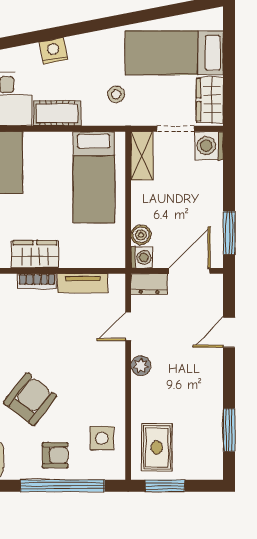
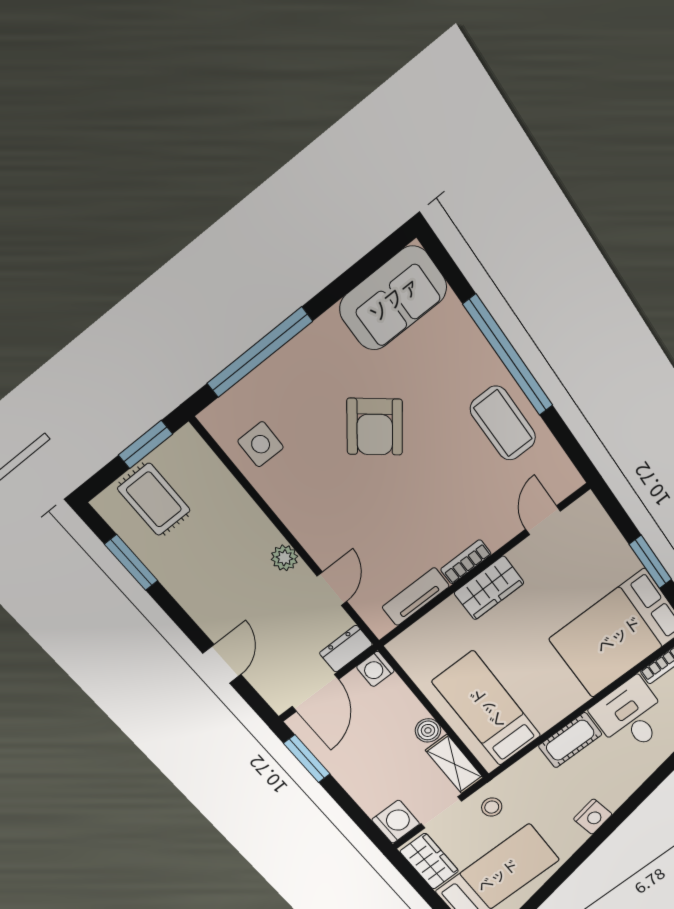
nightstand: (53, 51) -> (593, 817), moved
stool: (116, 94) -> (492, 807), moved
boiler: (141, 235) -> (428, 730), moved
rug: (157, 448) -> (154, 499), moved
armchair: (55, 455) -> (297, 383), removed

